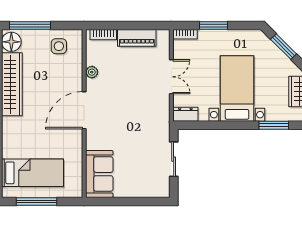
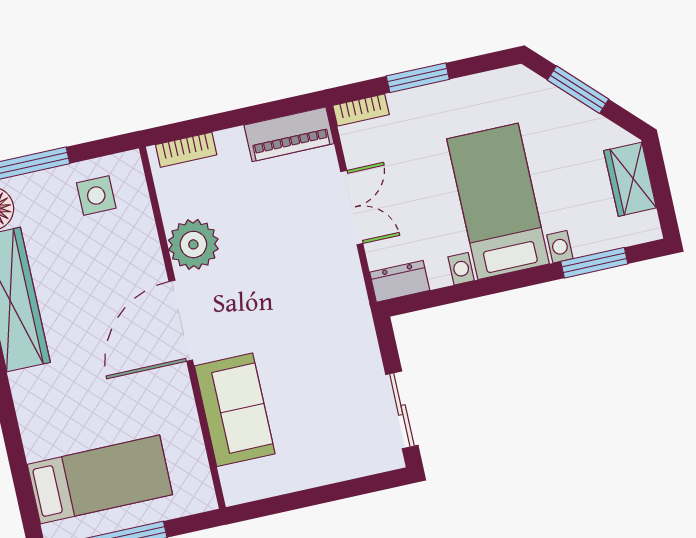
piano: (137, 38) -> (289, 134), moved
plant: (92, 72) -> (193, 244), width x1.88, depth x1.88
sliding door: (174, 159) -> (402, 410), moved
sofa: (99, 174) -> (235, 410), moved

